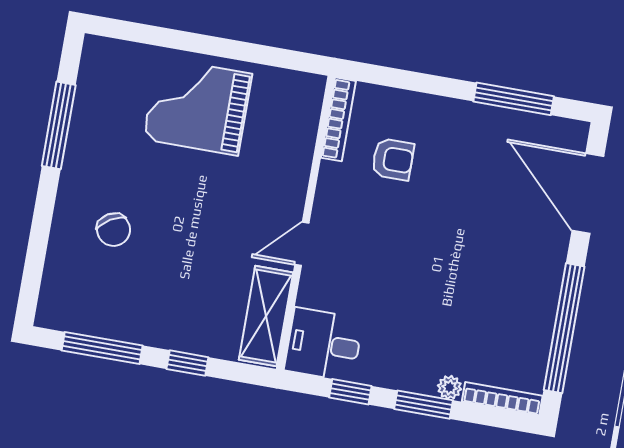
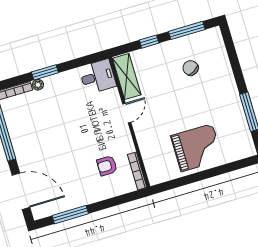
chair: (114, 230) -> (191, 68), moved
window: (350, 392) -> (77, 63), removed

